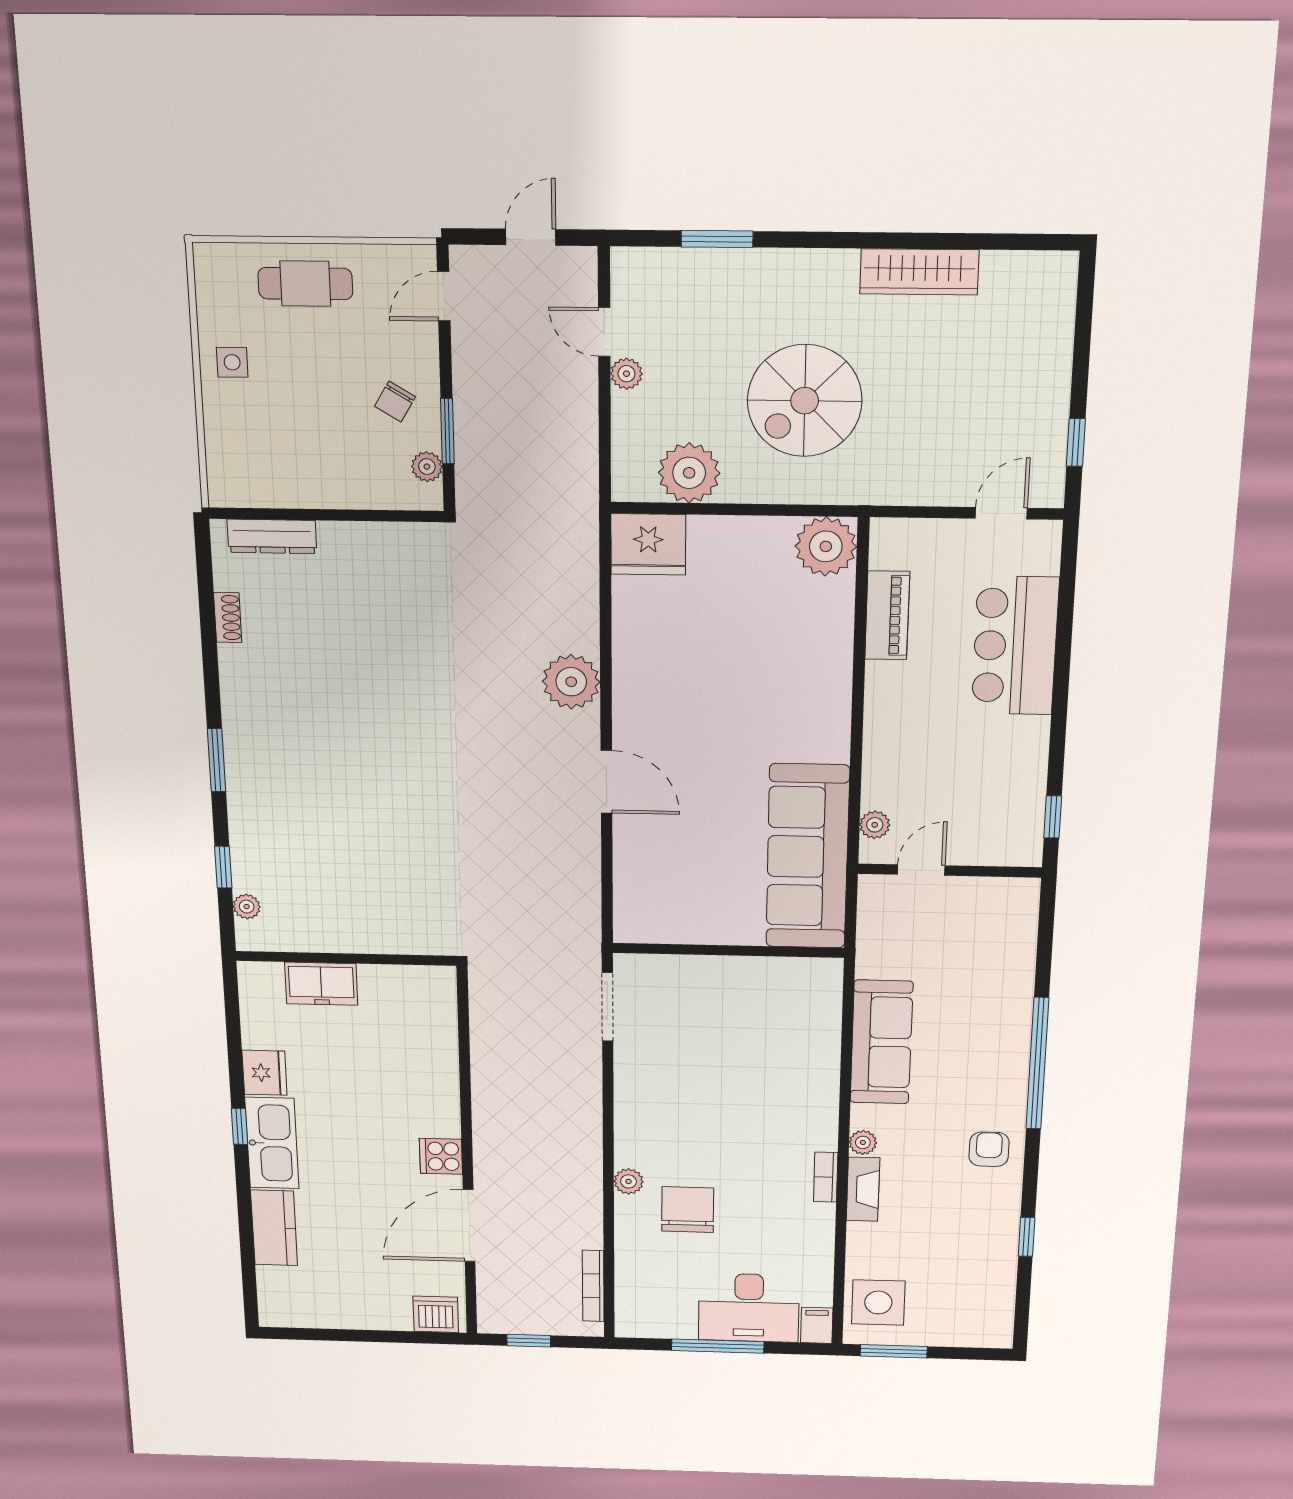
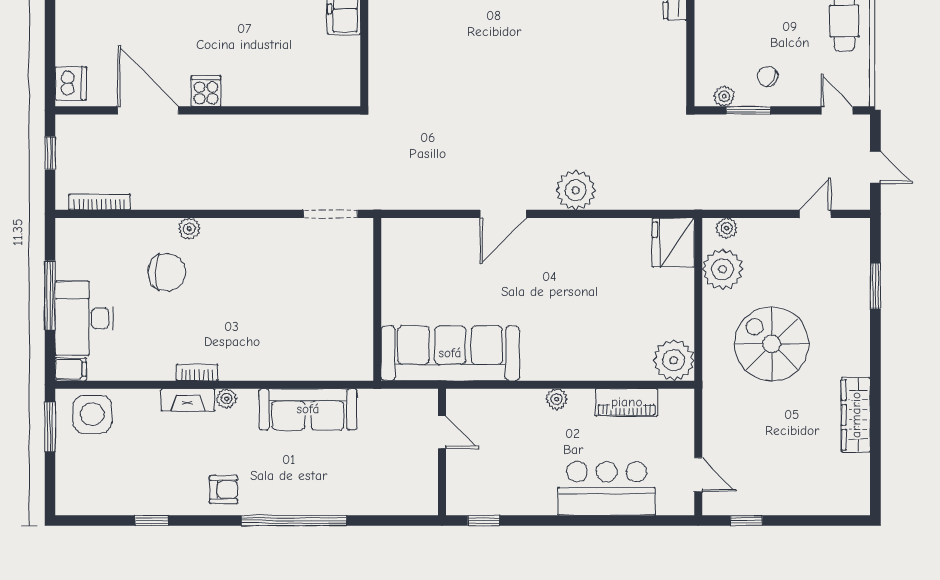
plant: (626, 374) -> (727, 228), moved
plant: (875, 825) -> (557, 399), moved

